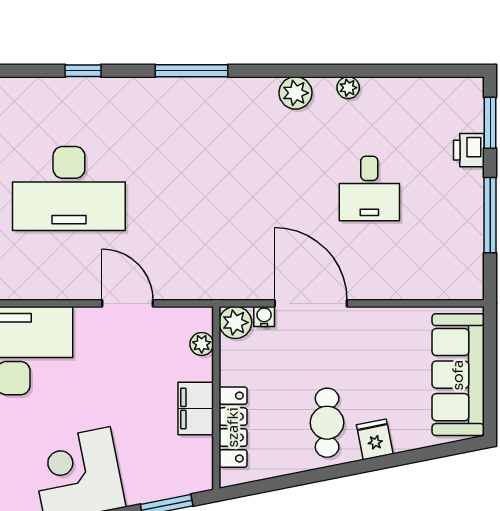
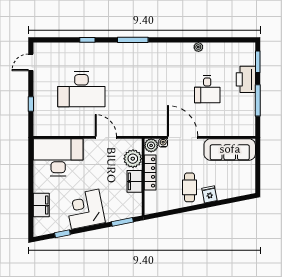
plant: (296, 93) -> (176, 49), removed
printer: (469, 150) -> (246, 79), width x1.87, depth x1.48
plant: (202, 344) -> (133, 159), width x1.88, depth x1.88
sofa: (458, 375) -> (230, 149), moved, turned -90
locker: (233, 427) -> (150, 172), moved

